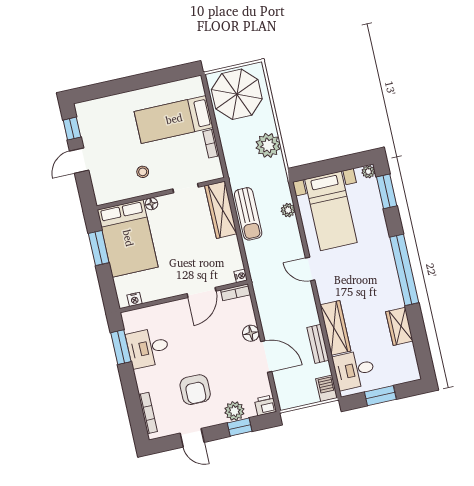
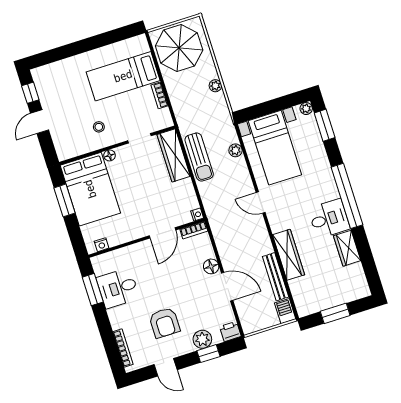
plant: (268, 145) -> (215, 86), width x0.53, depth x0.53
bench: (318, 344) -> (276, 277), width x1.36
desk: (354, 370) -> (329, 219), moved, turned 180

